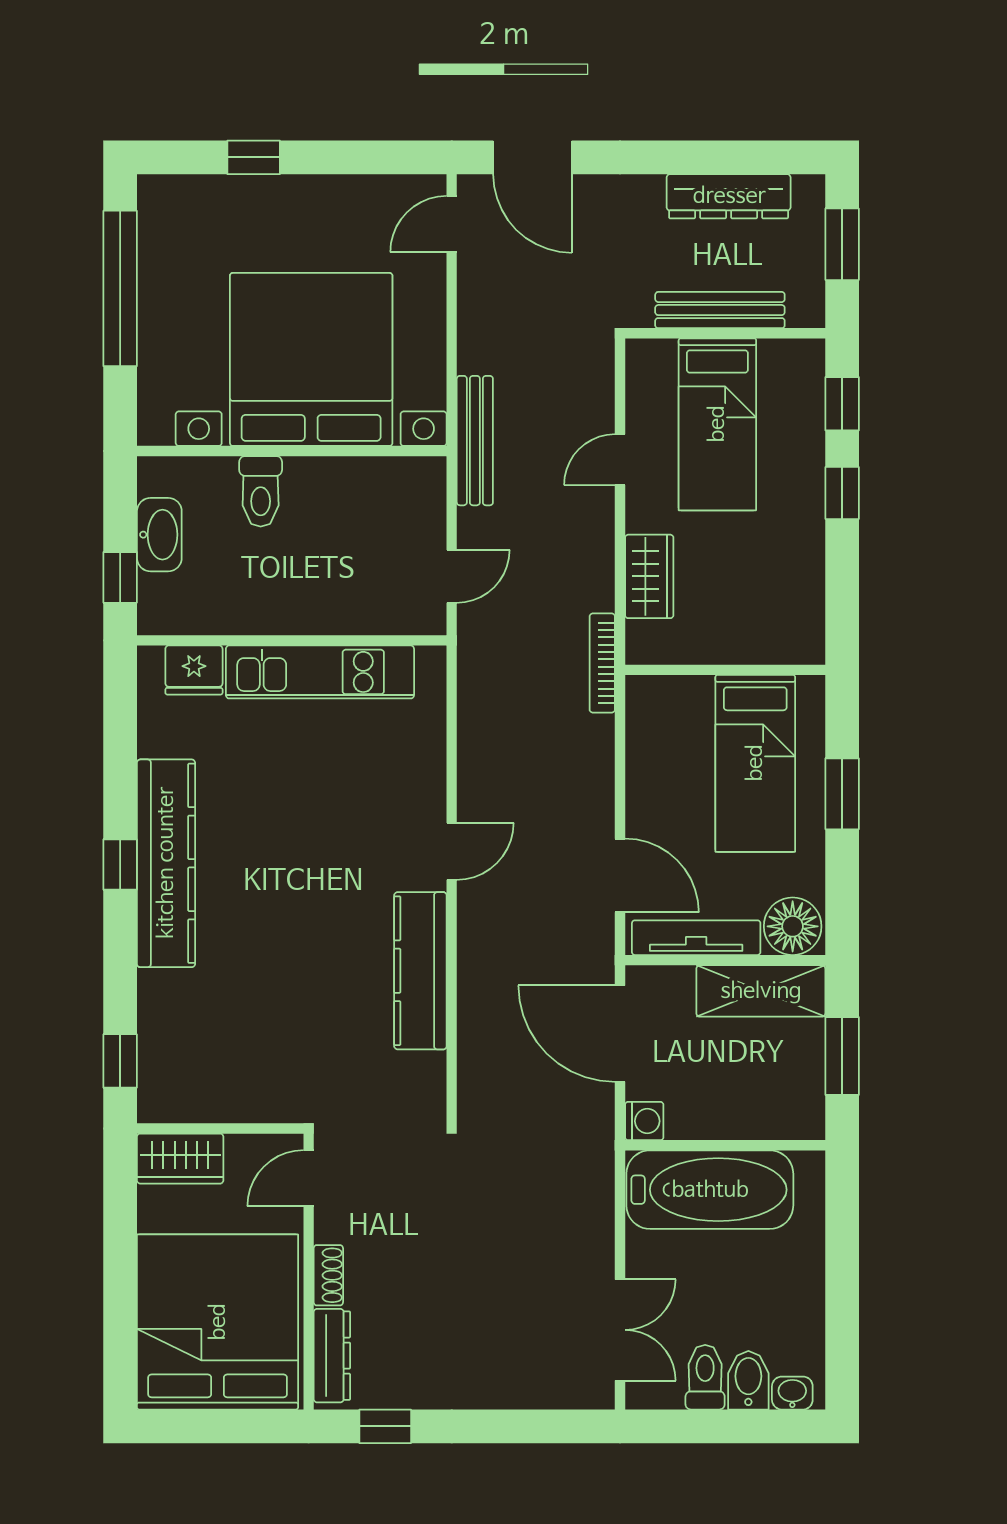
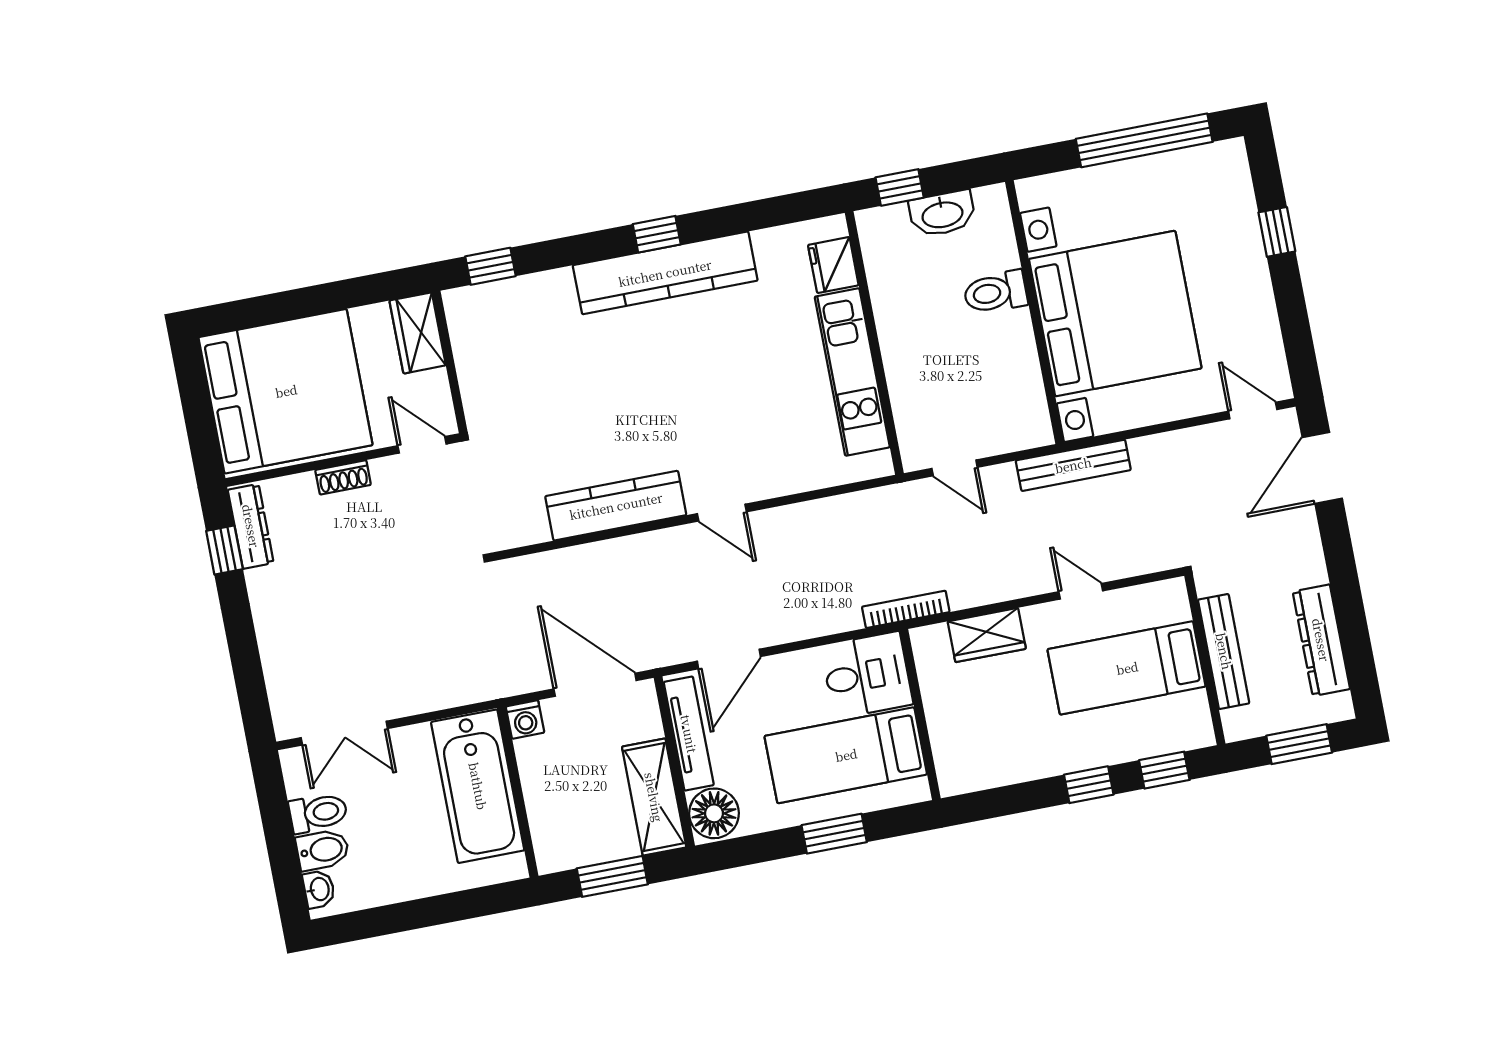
desk: (669, 722) -> (867, 675), added
door: (620, 1034) -> (595, 685), hinge flipped
dresser: (332, 1356) -> (251, 526), moved, turned -90

